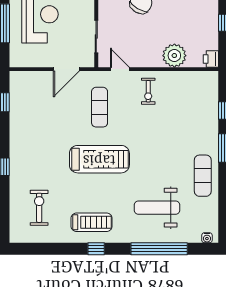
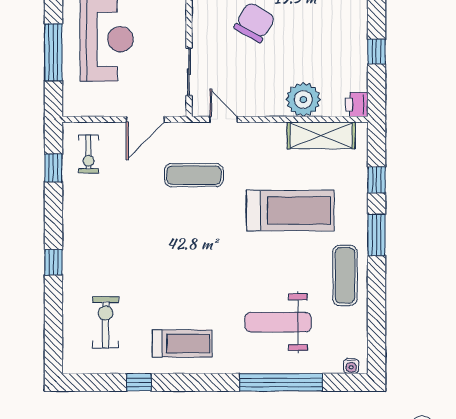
shelving: (187, 80) -> (321, 135), added
exercise bike: (148, 91) -> (89, 154), moved
exercise mat: (100, 107) -> (194, 175), turned 90
treadmill: (99, 159) -> (290, 210), moved
window: (96, 249) -> (139, 382), moved

